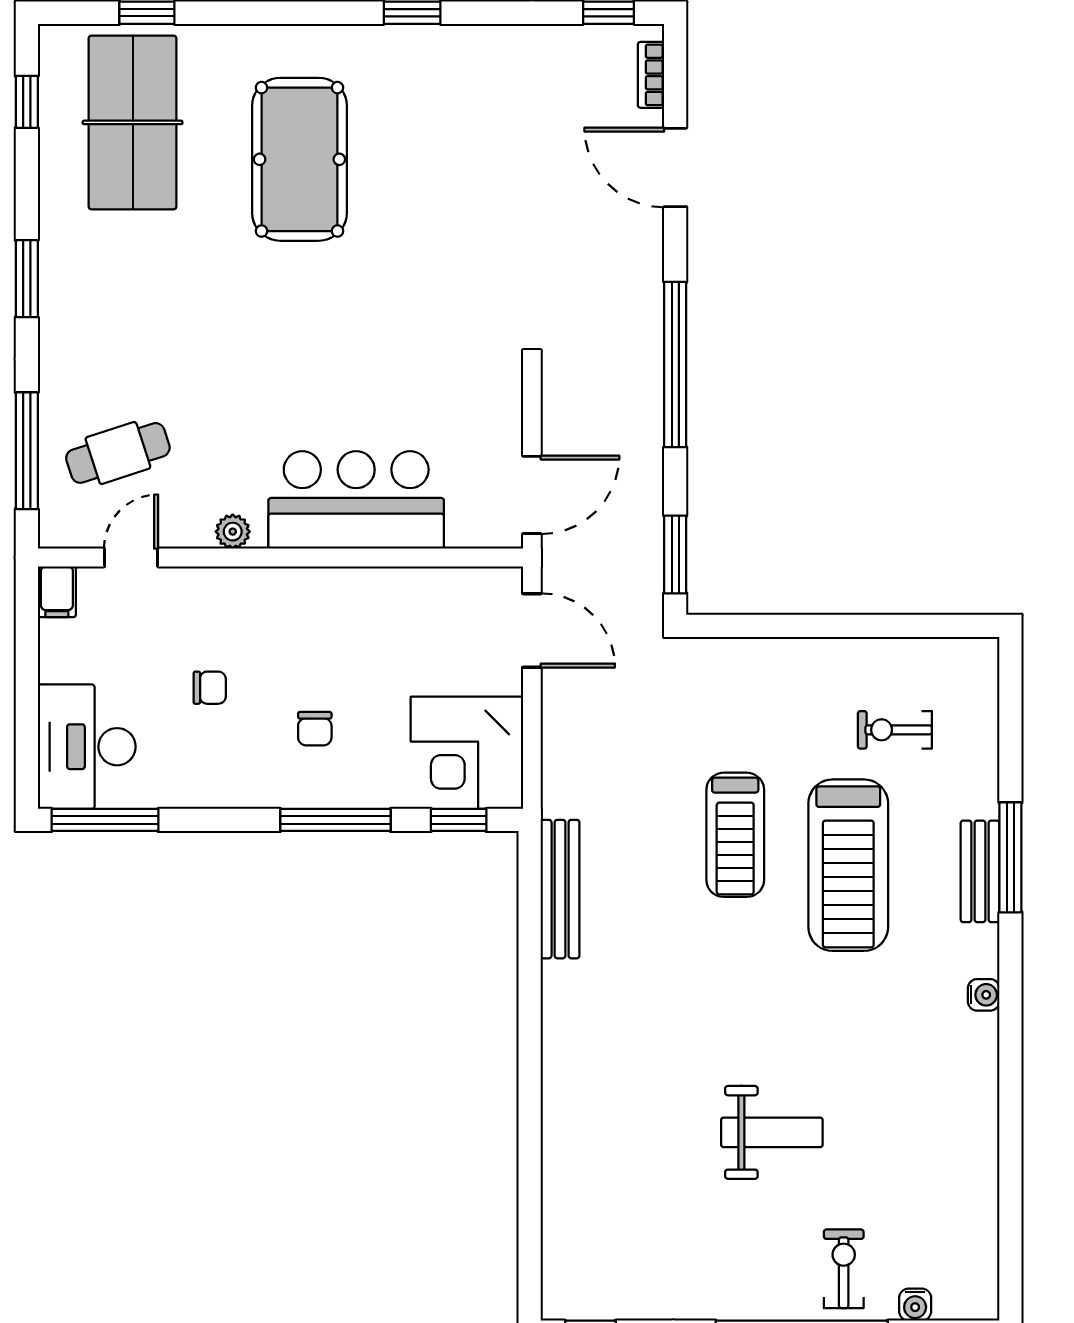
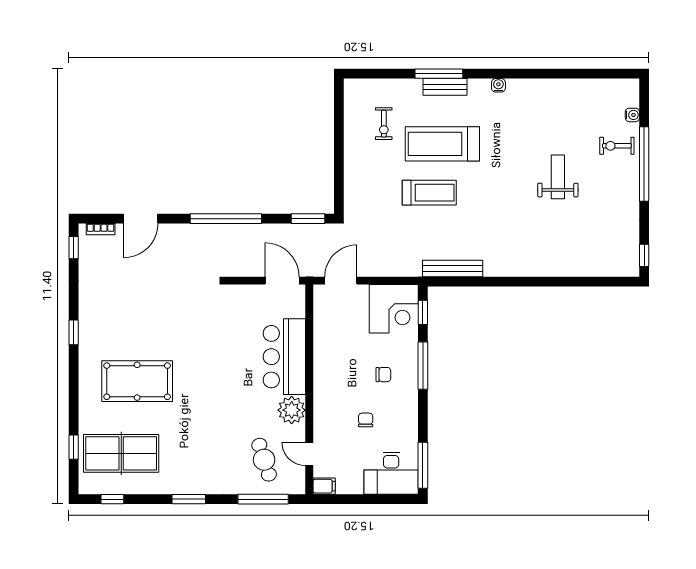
plant: (233, 532) -> (292, 410), width x1.88, depth x1.88
treadmill: (848, 865) -> (442, 144), turned 180

